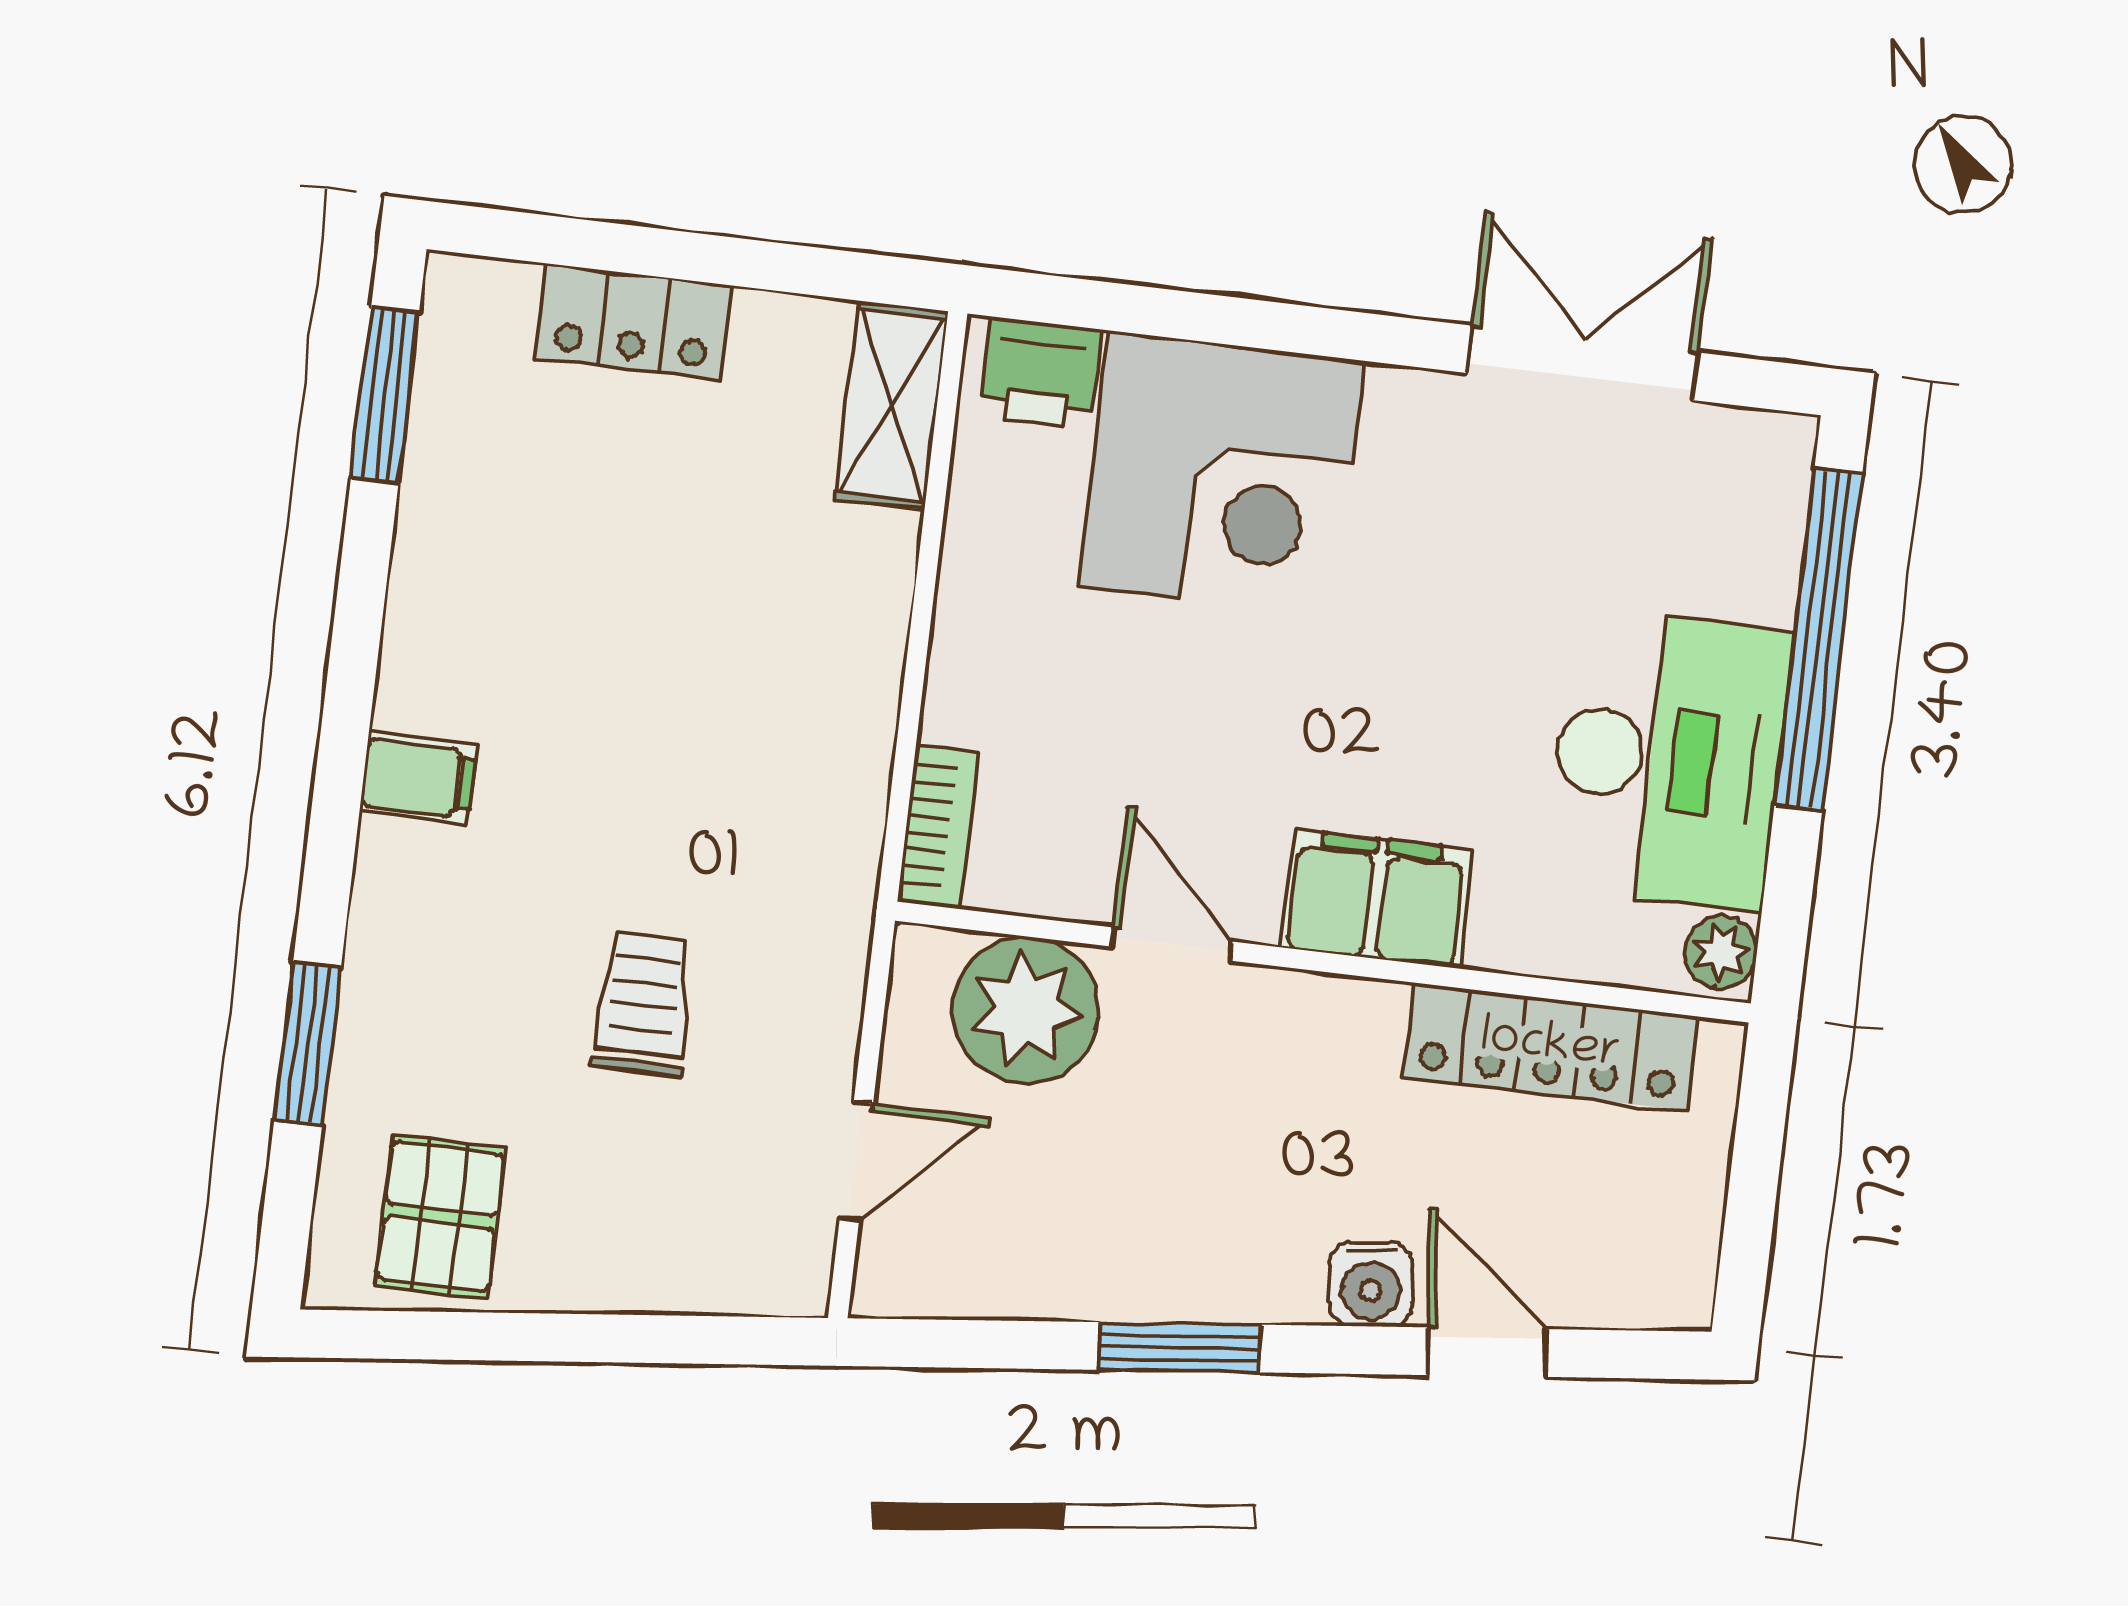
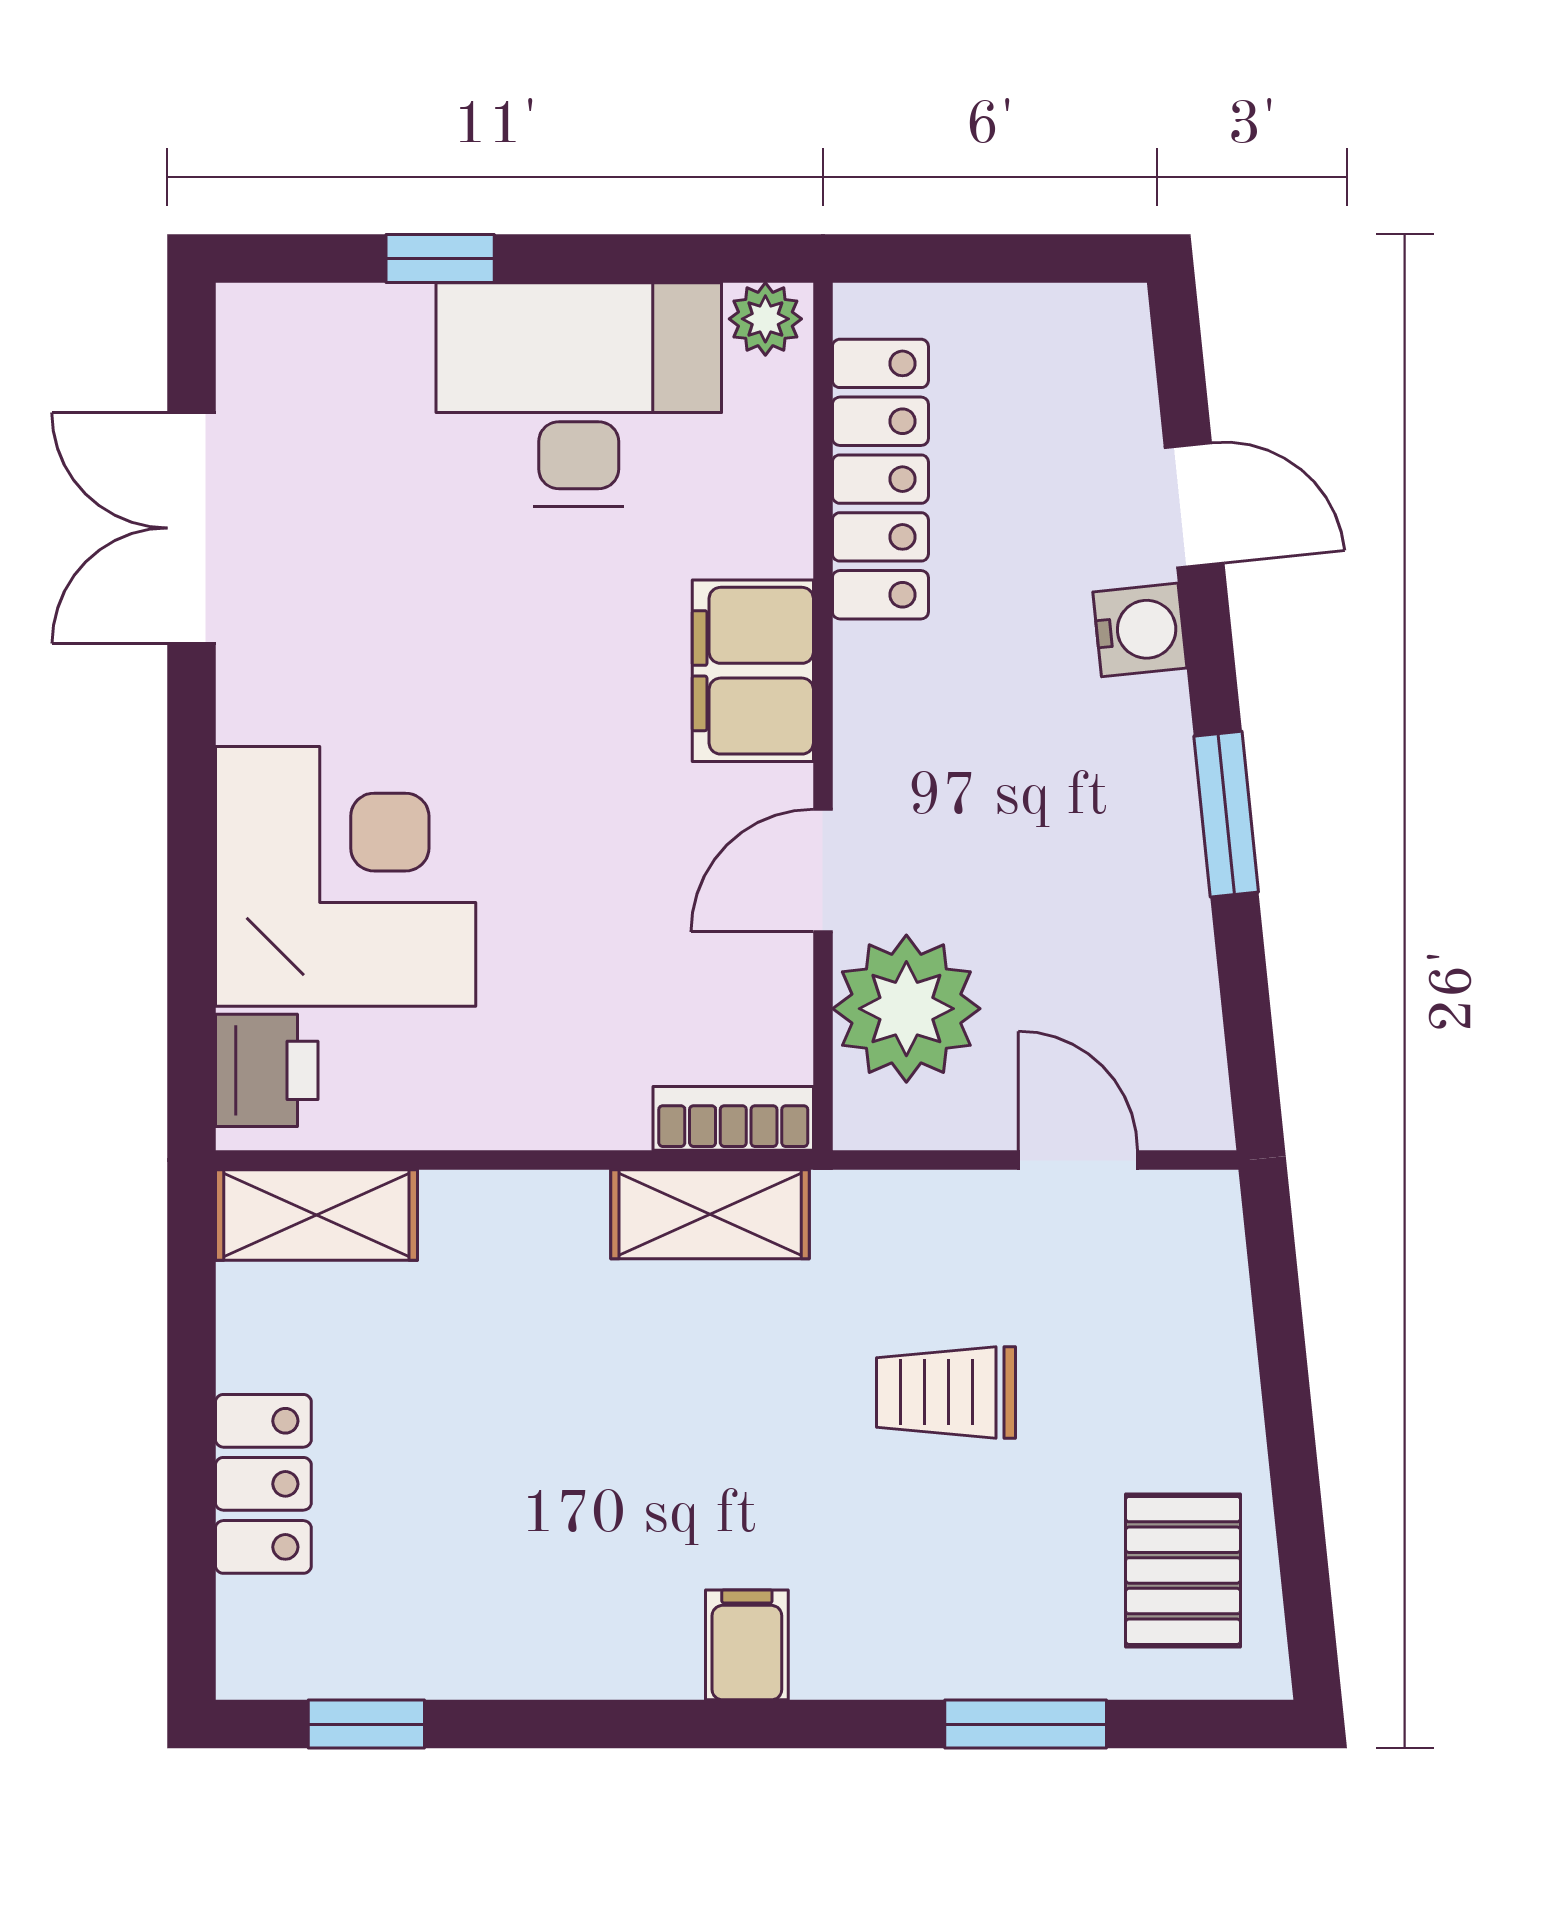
window: (385, 395) -> (366, 1724), width x0.67
window: (1818, 639) -> (440, 259), width x0.32
shelving: (846, 793) -> (710, 1214), added
pallet: (440, 1216) -> (1183, 1570), turned 90
door: (1487, 1352) -> (1194, 505), swing flipped

